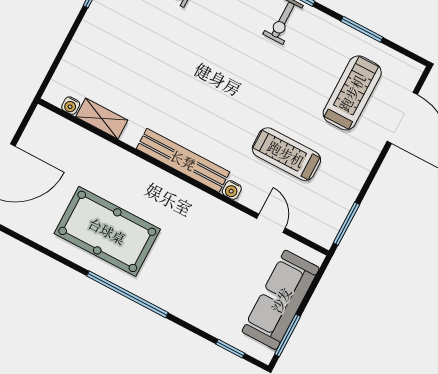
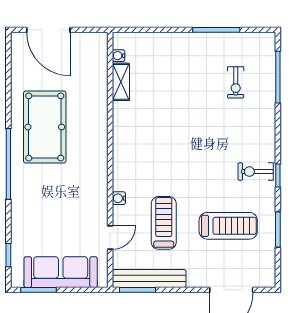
treadmill: (352, 93) -> (228, 226), moved
bench: (183, 160) -> (149, 279), moved, turned 90

